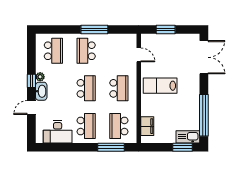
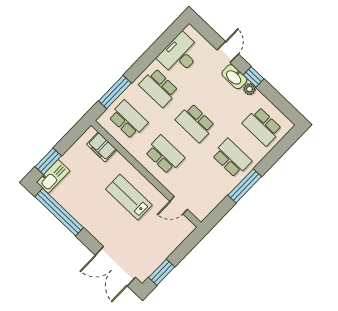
window: (166, 29) -> (162, 272), moved
lab bench: (160, 86) -> (129, 197), turned -90
school desk: (119, 88) -> (165, 155), turned 180

